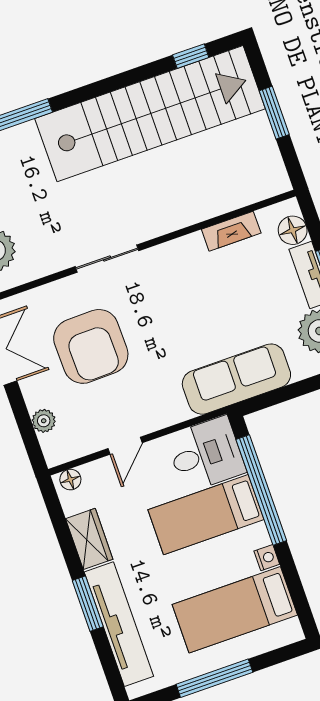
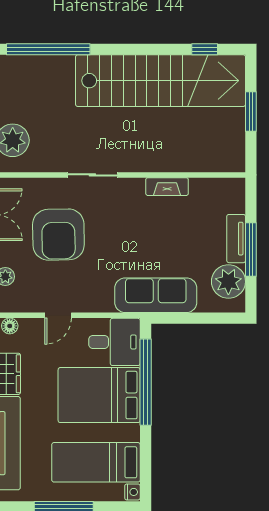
floor lamp: (293, 230) -> (234, 202), removed
fireplace: (231, 231) -> (167, 187), moved
bed: (206, 515) -> (99, 395), width x1.50
nightstand: (267, 558) -> (132, 492), moved

